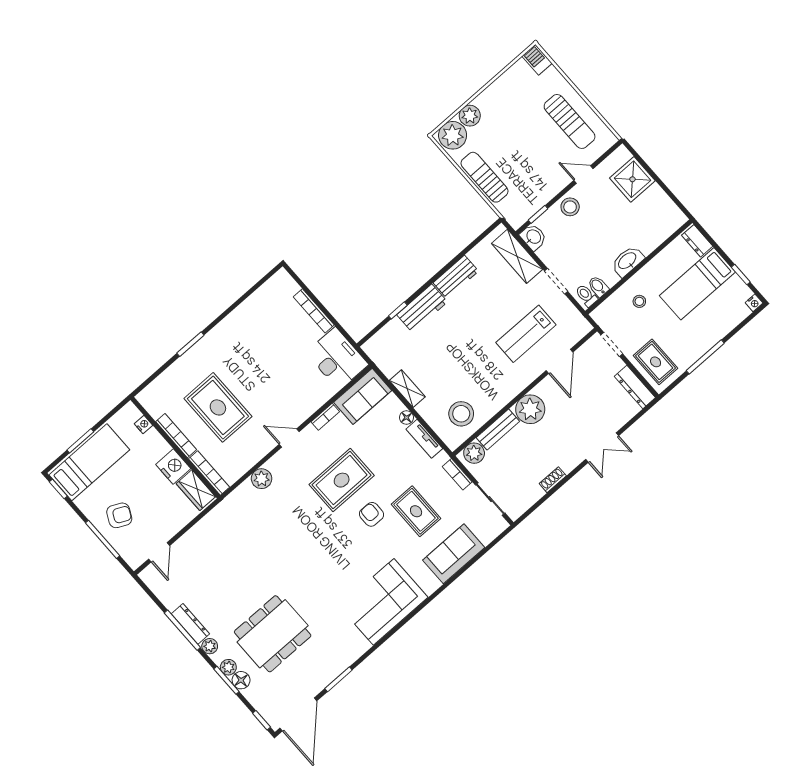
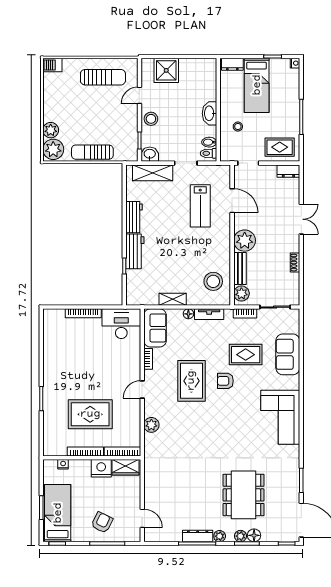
dresser: (635, 387) -> (288, 171), width x0.70

